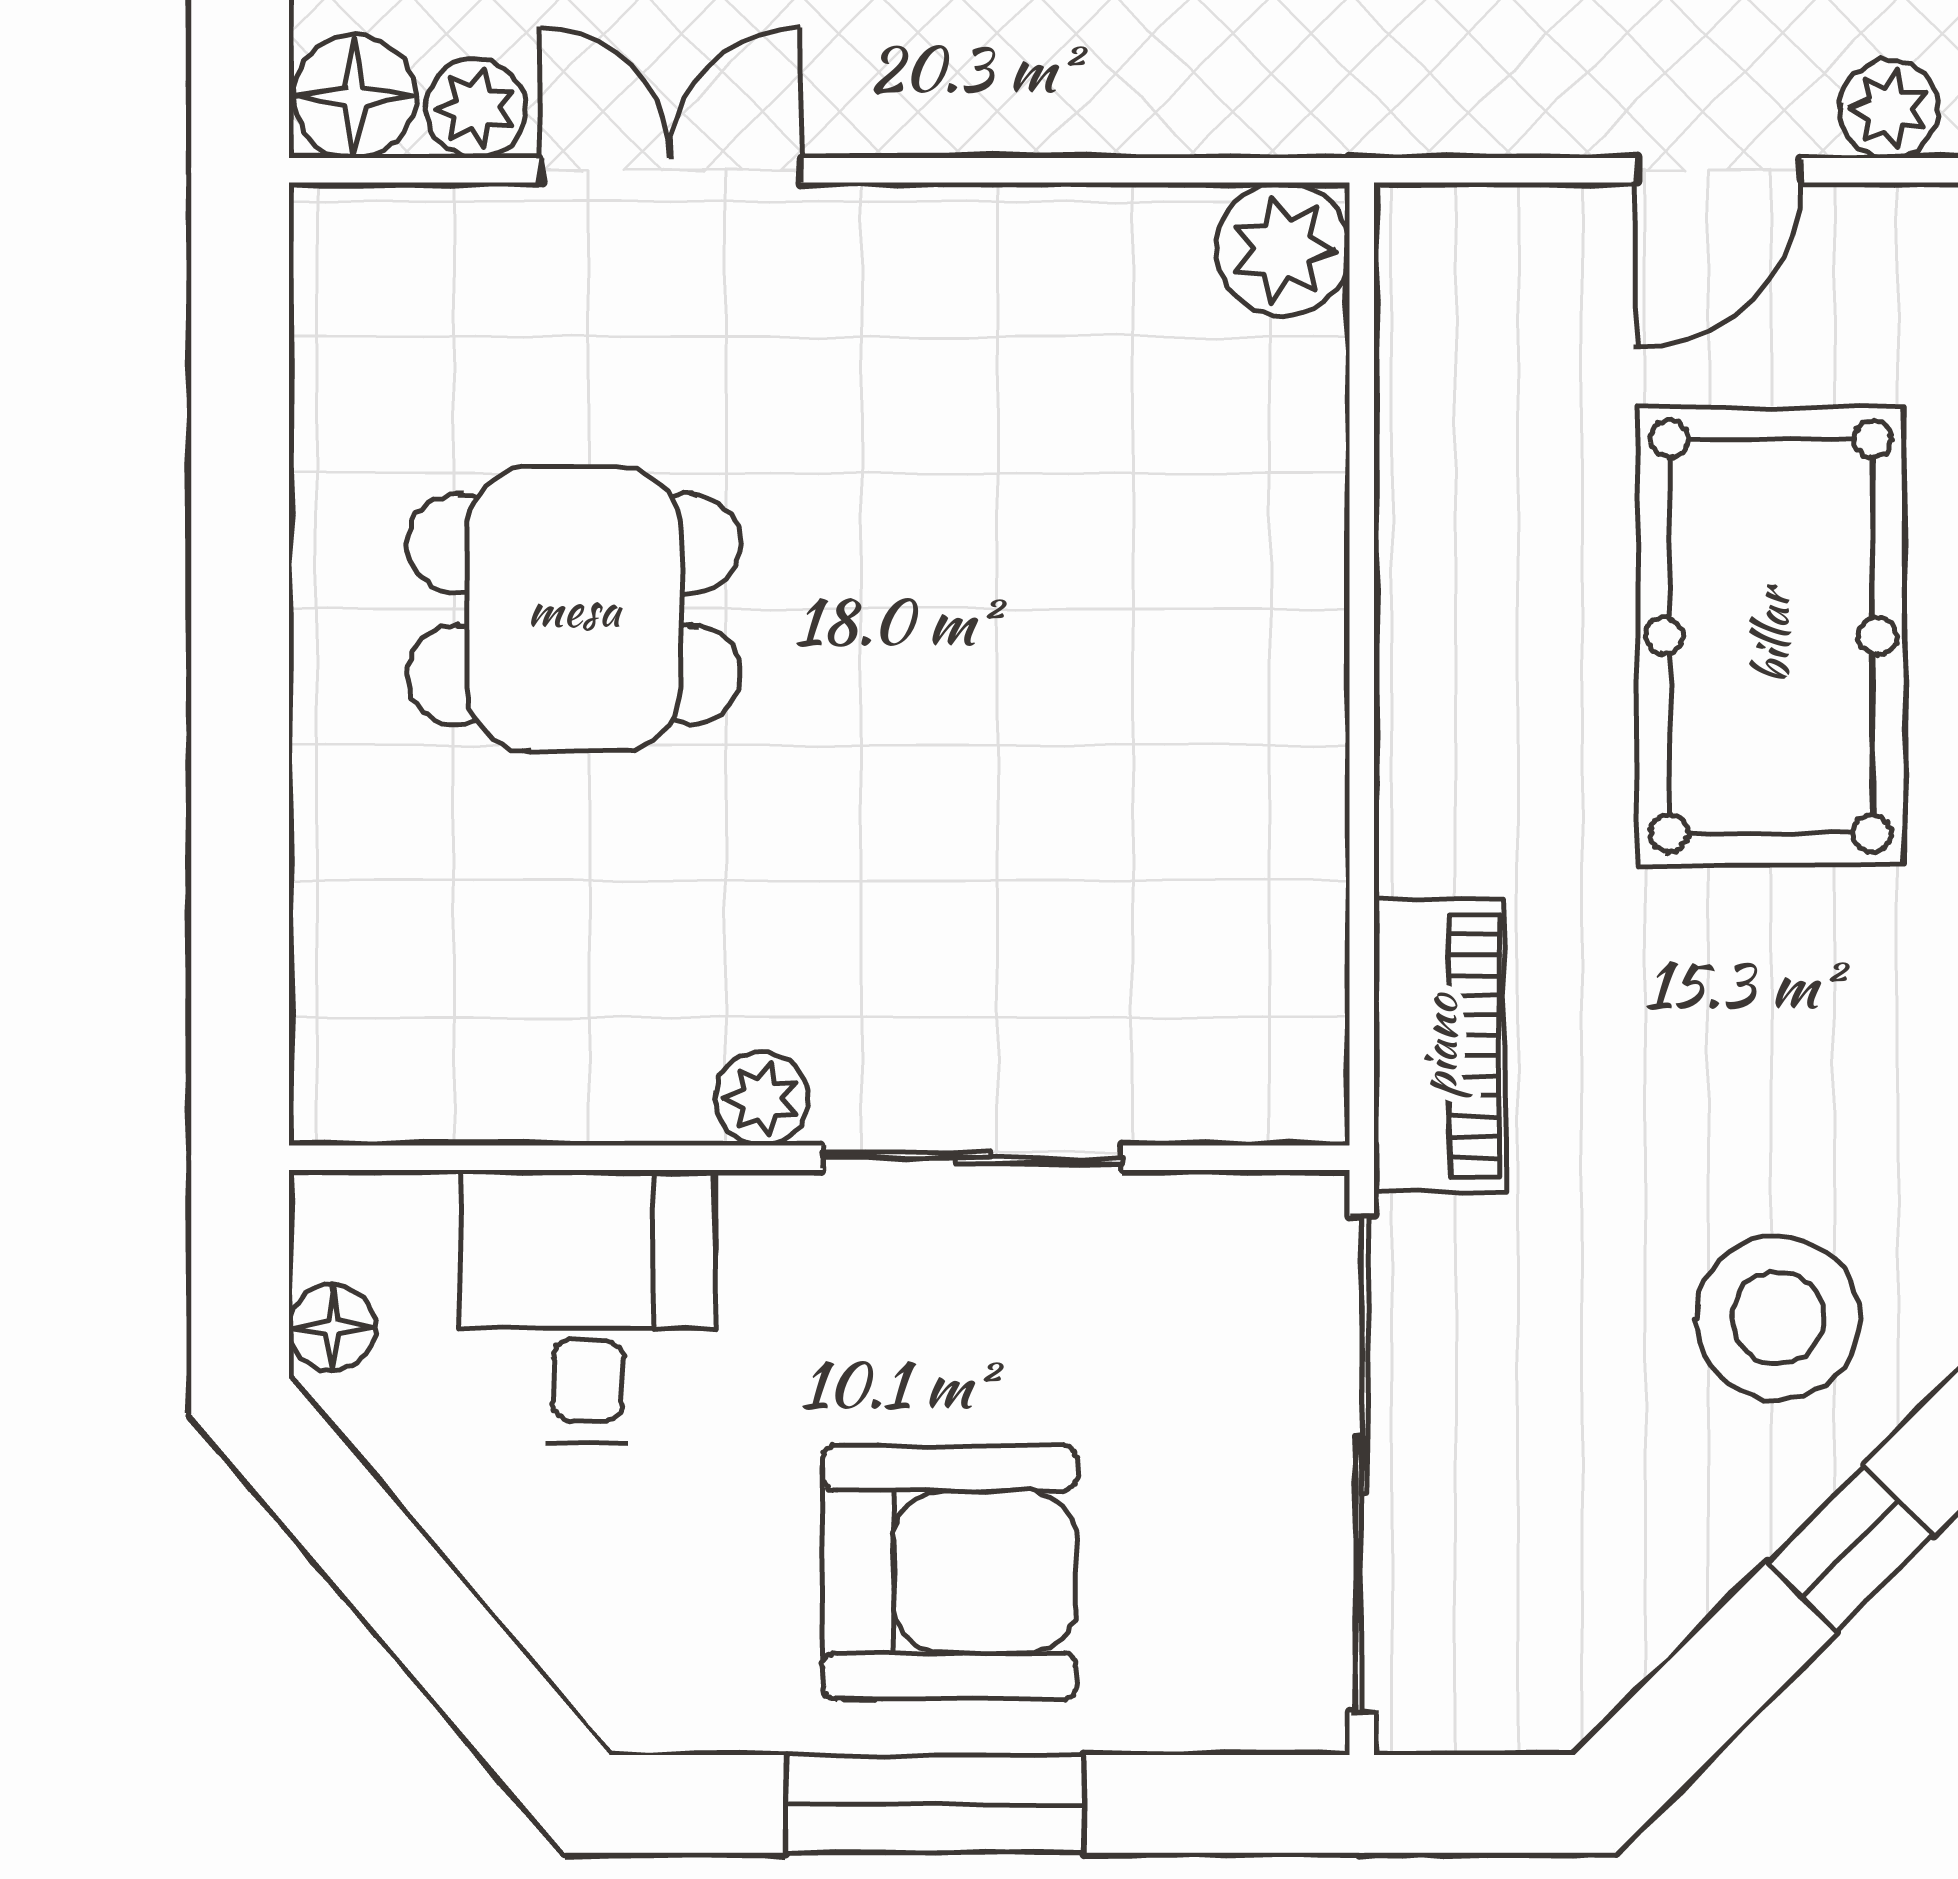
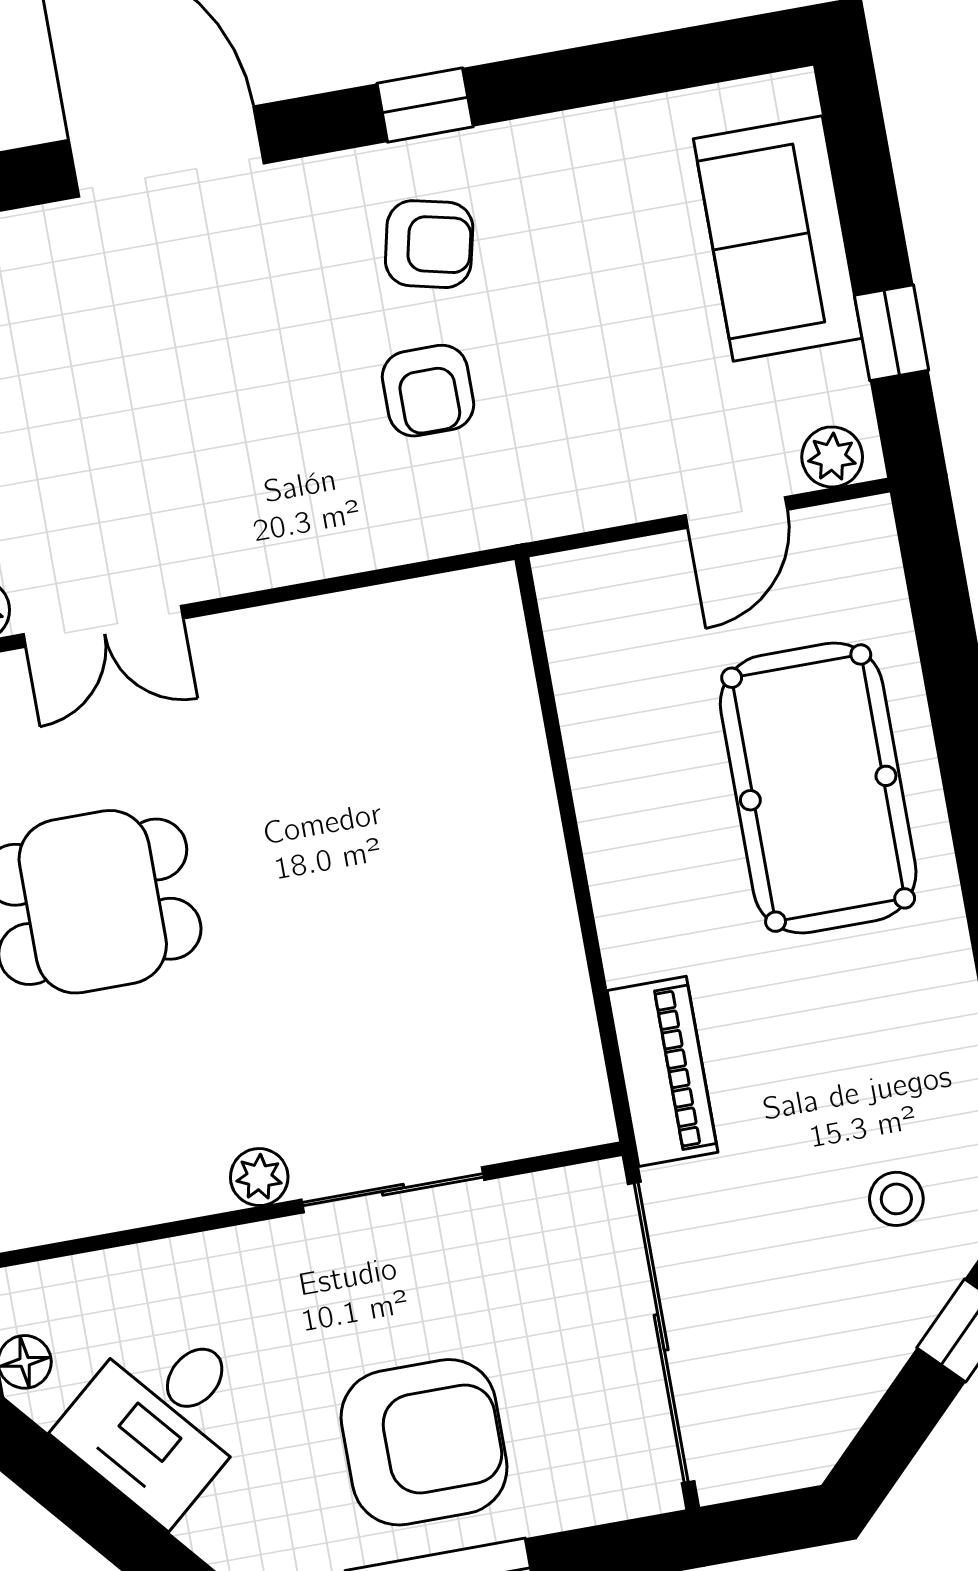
double door: (670, 170) -> (103, 626), swing flipped
plant: (1283, 249) -> (482, 607), removed
desk: (588, 1307) -> (162, 1418), moved, turned -130
stool: (1778, 1318) -> (896, 1199), width x0.53, depth x0.53

